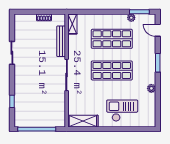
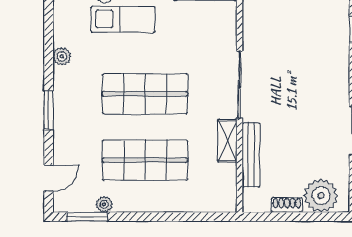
plant: (28, 22) -> (321, 196), added
shelving: (72, 24) -> (227, 141), moved
door: (158, 30) -> (49, 178), hinge flipped

